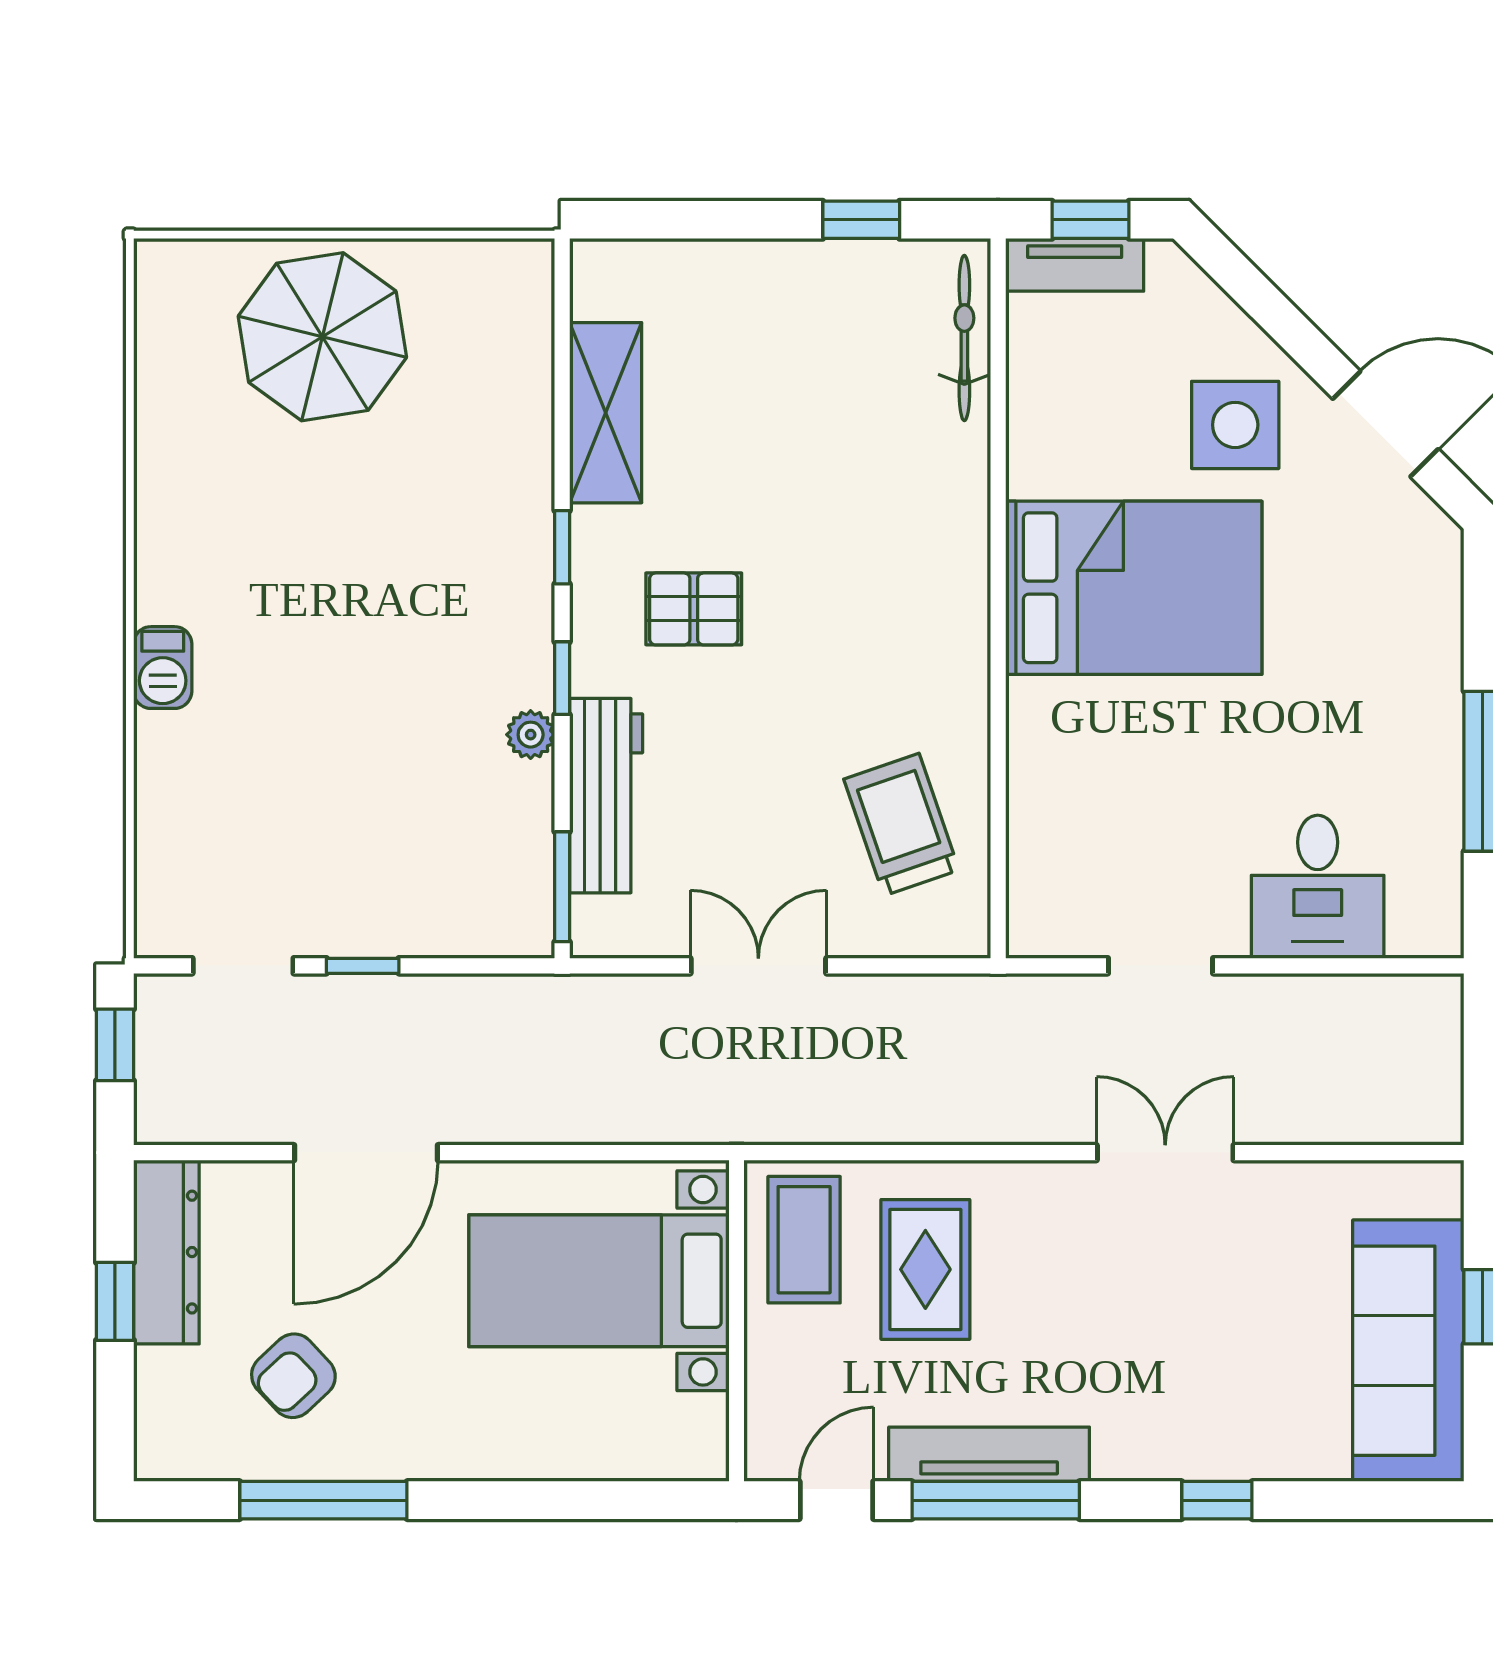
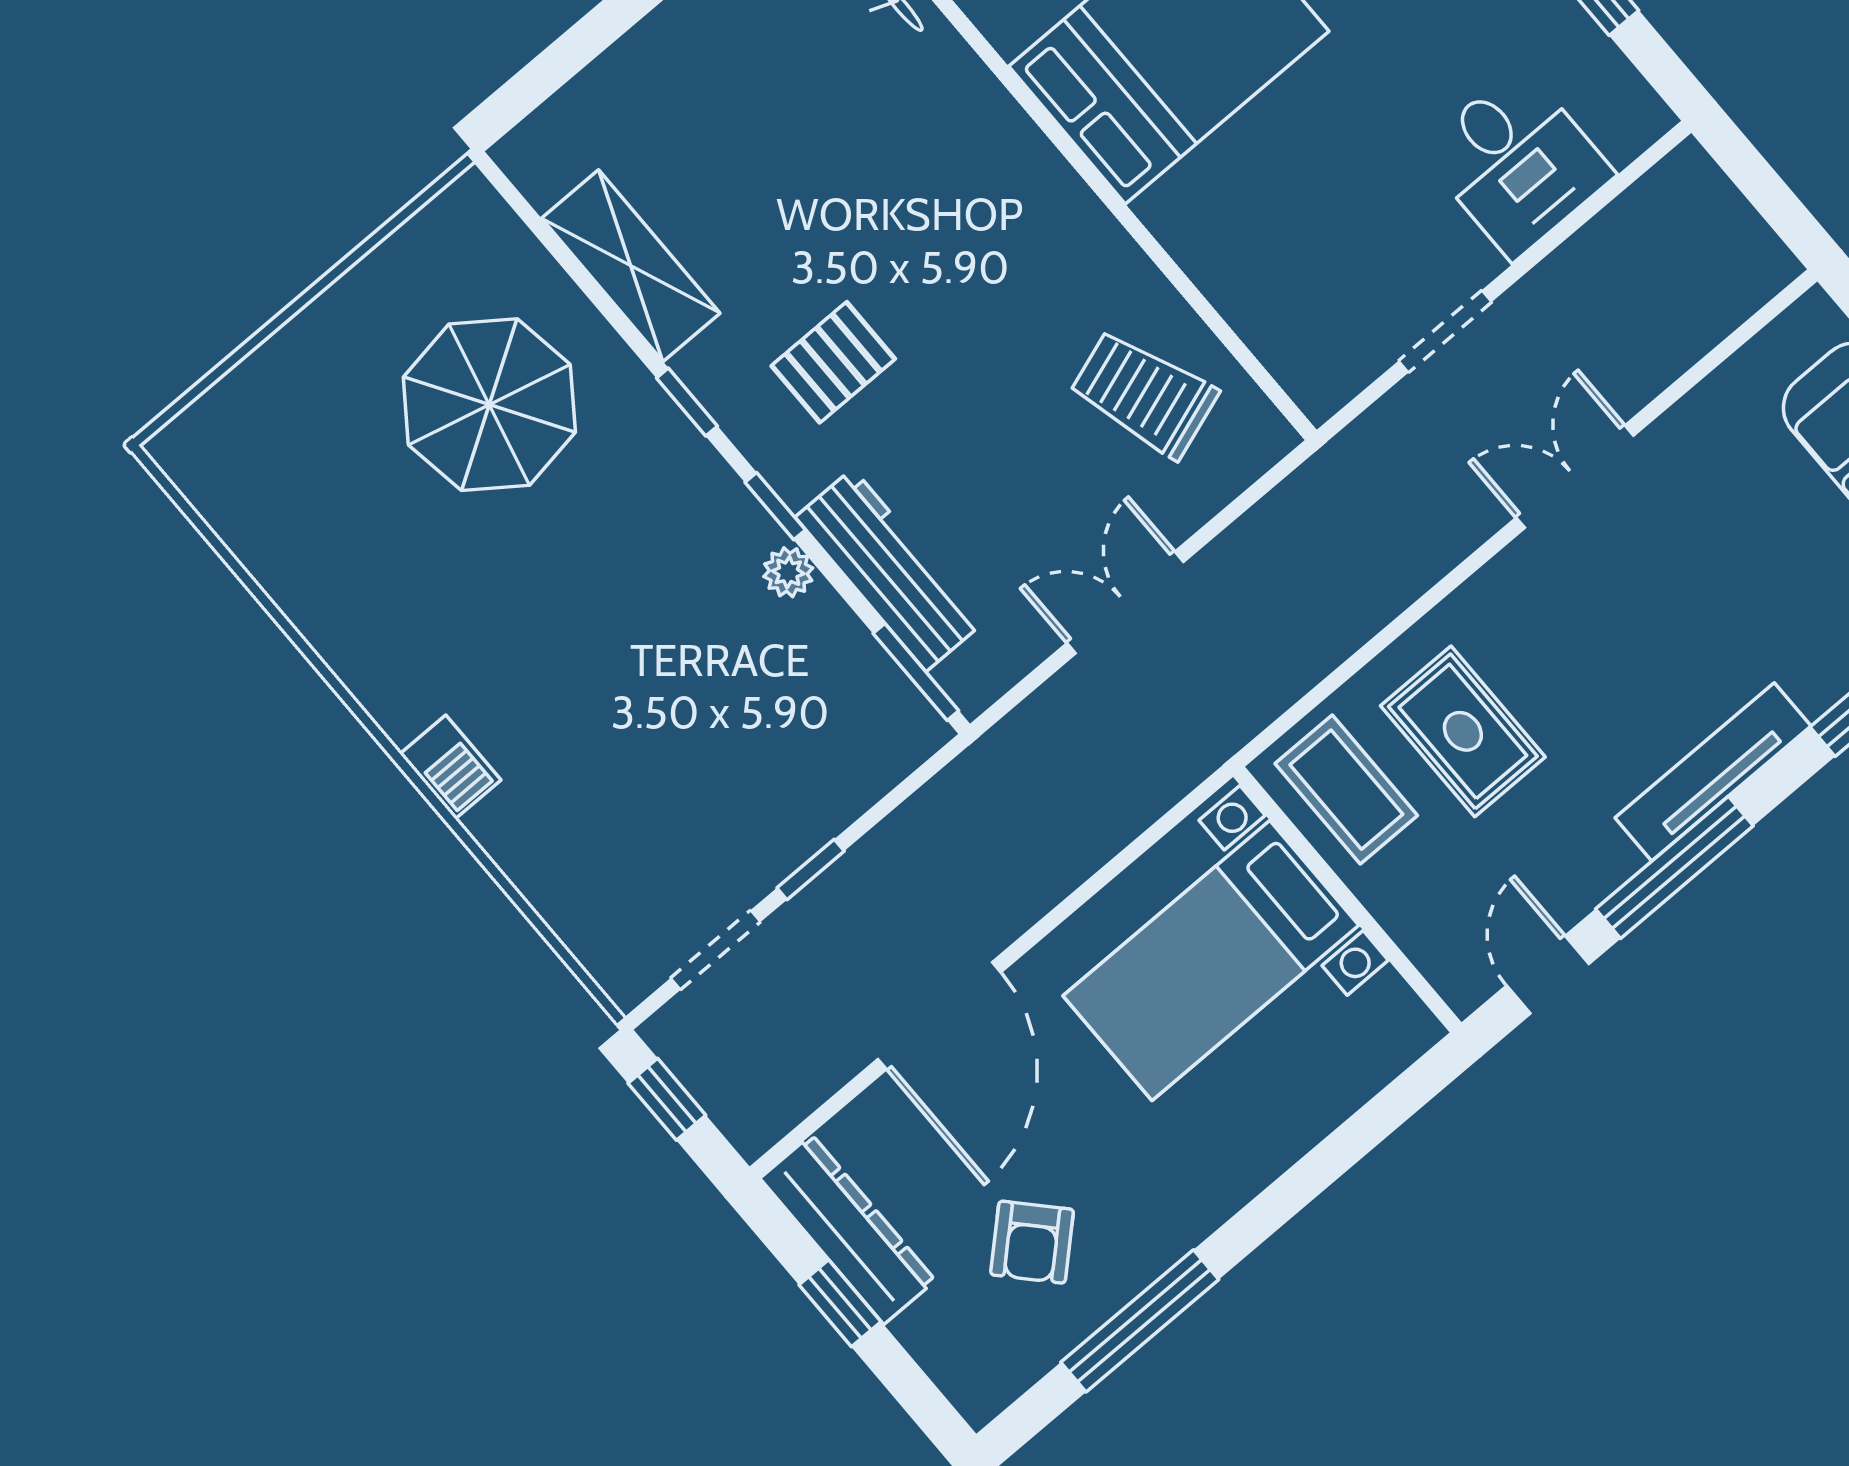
parasol: (322, 337) -> (489, 405), moved
tv unit: (989, 1454) -> (1713, 772), moved

